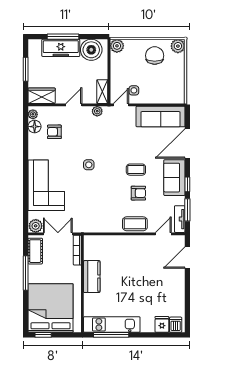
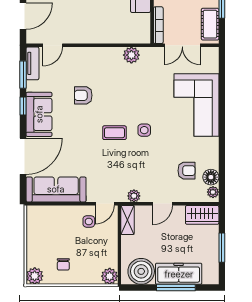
chair: (155, 56) -> (63, 264), width x0.54, depth x0.54
coffee table: (136, 170) -> (114, 133), moved
coffee table: (135, 224) -> (88, 58), removed
plant: (36, 226) -> (131, 55), moved

